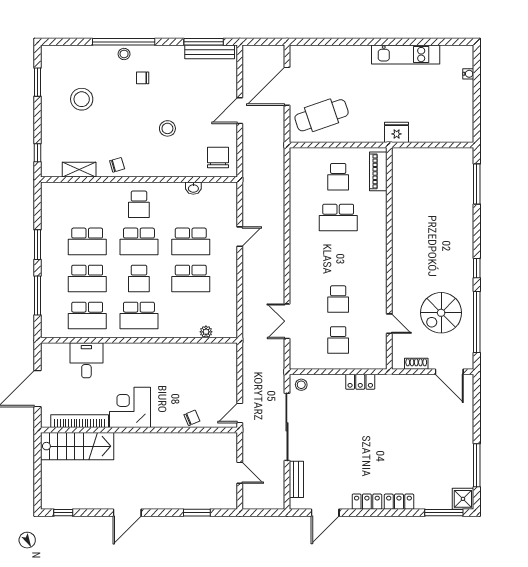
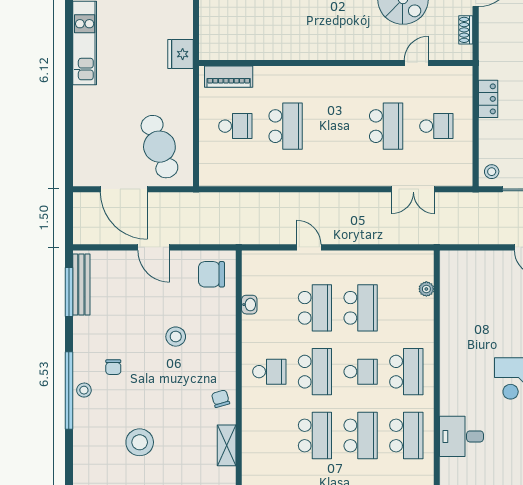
school desk: (338, 299) -> (386, 126), width x1.85

